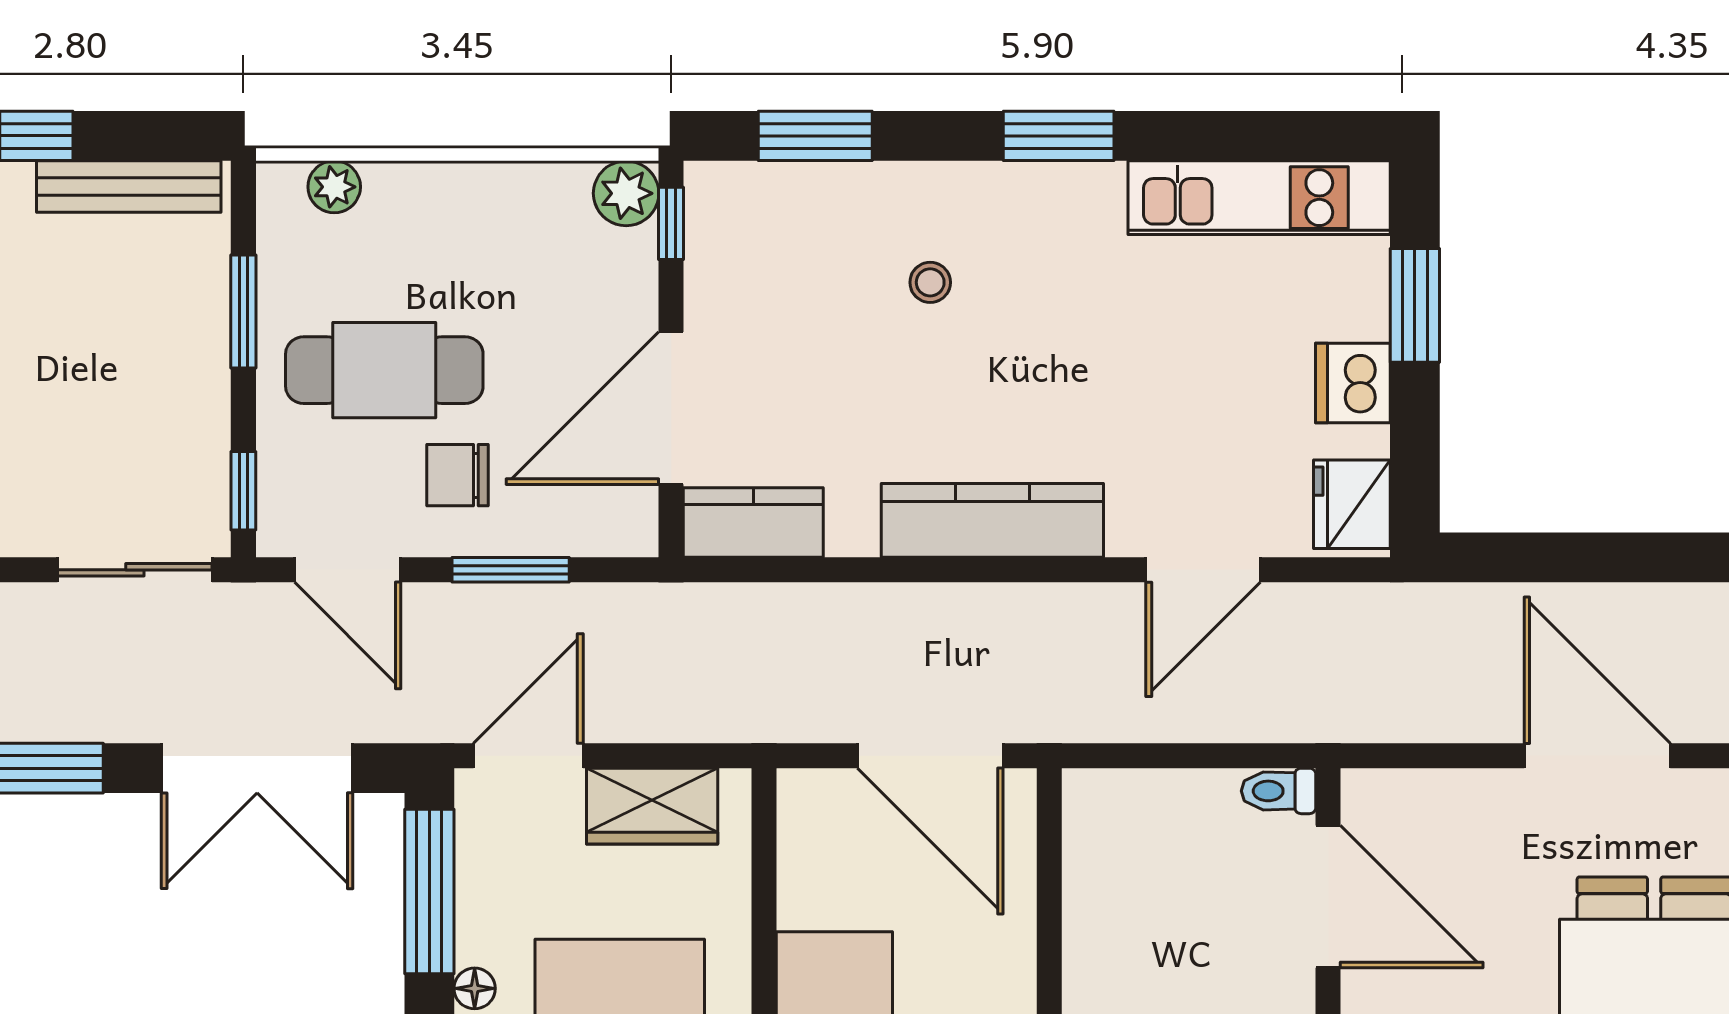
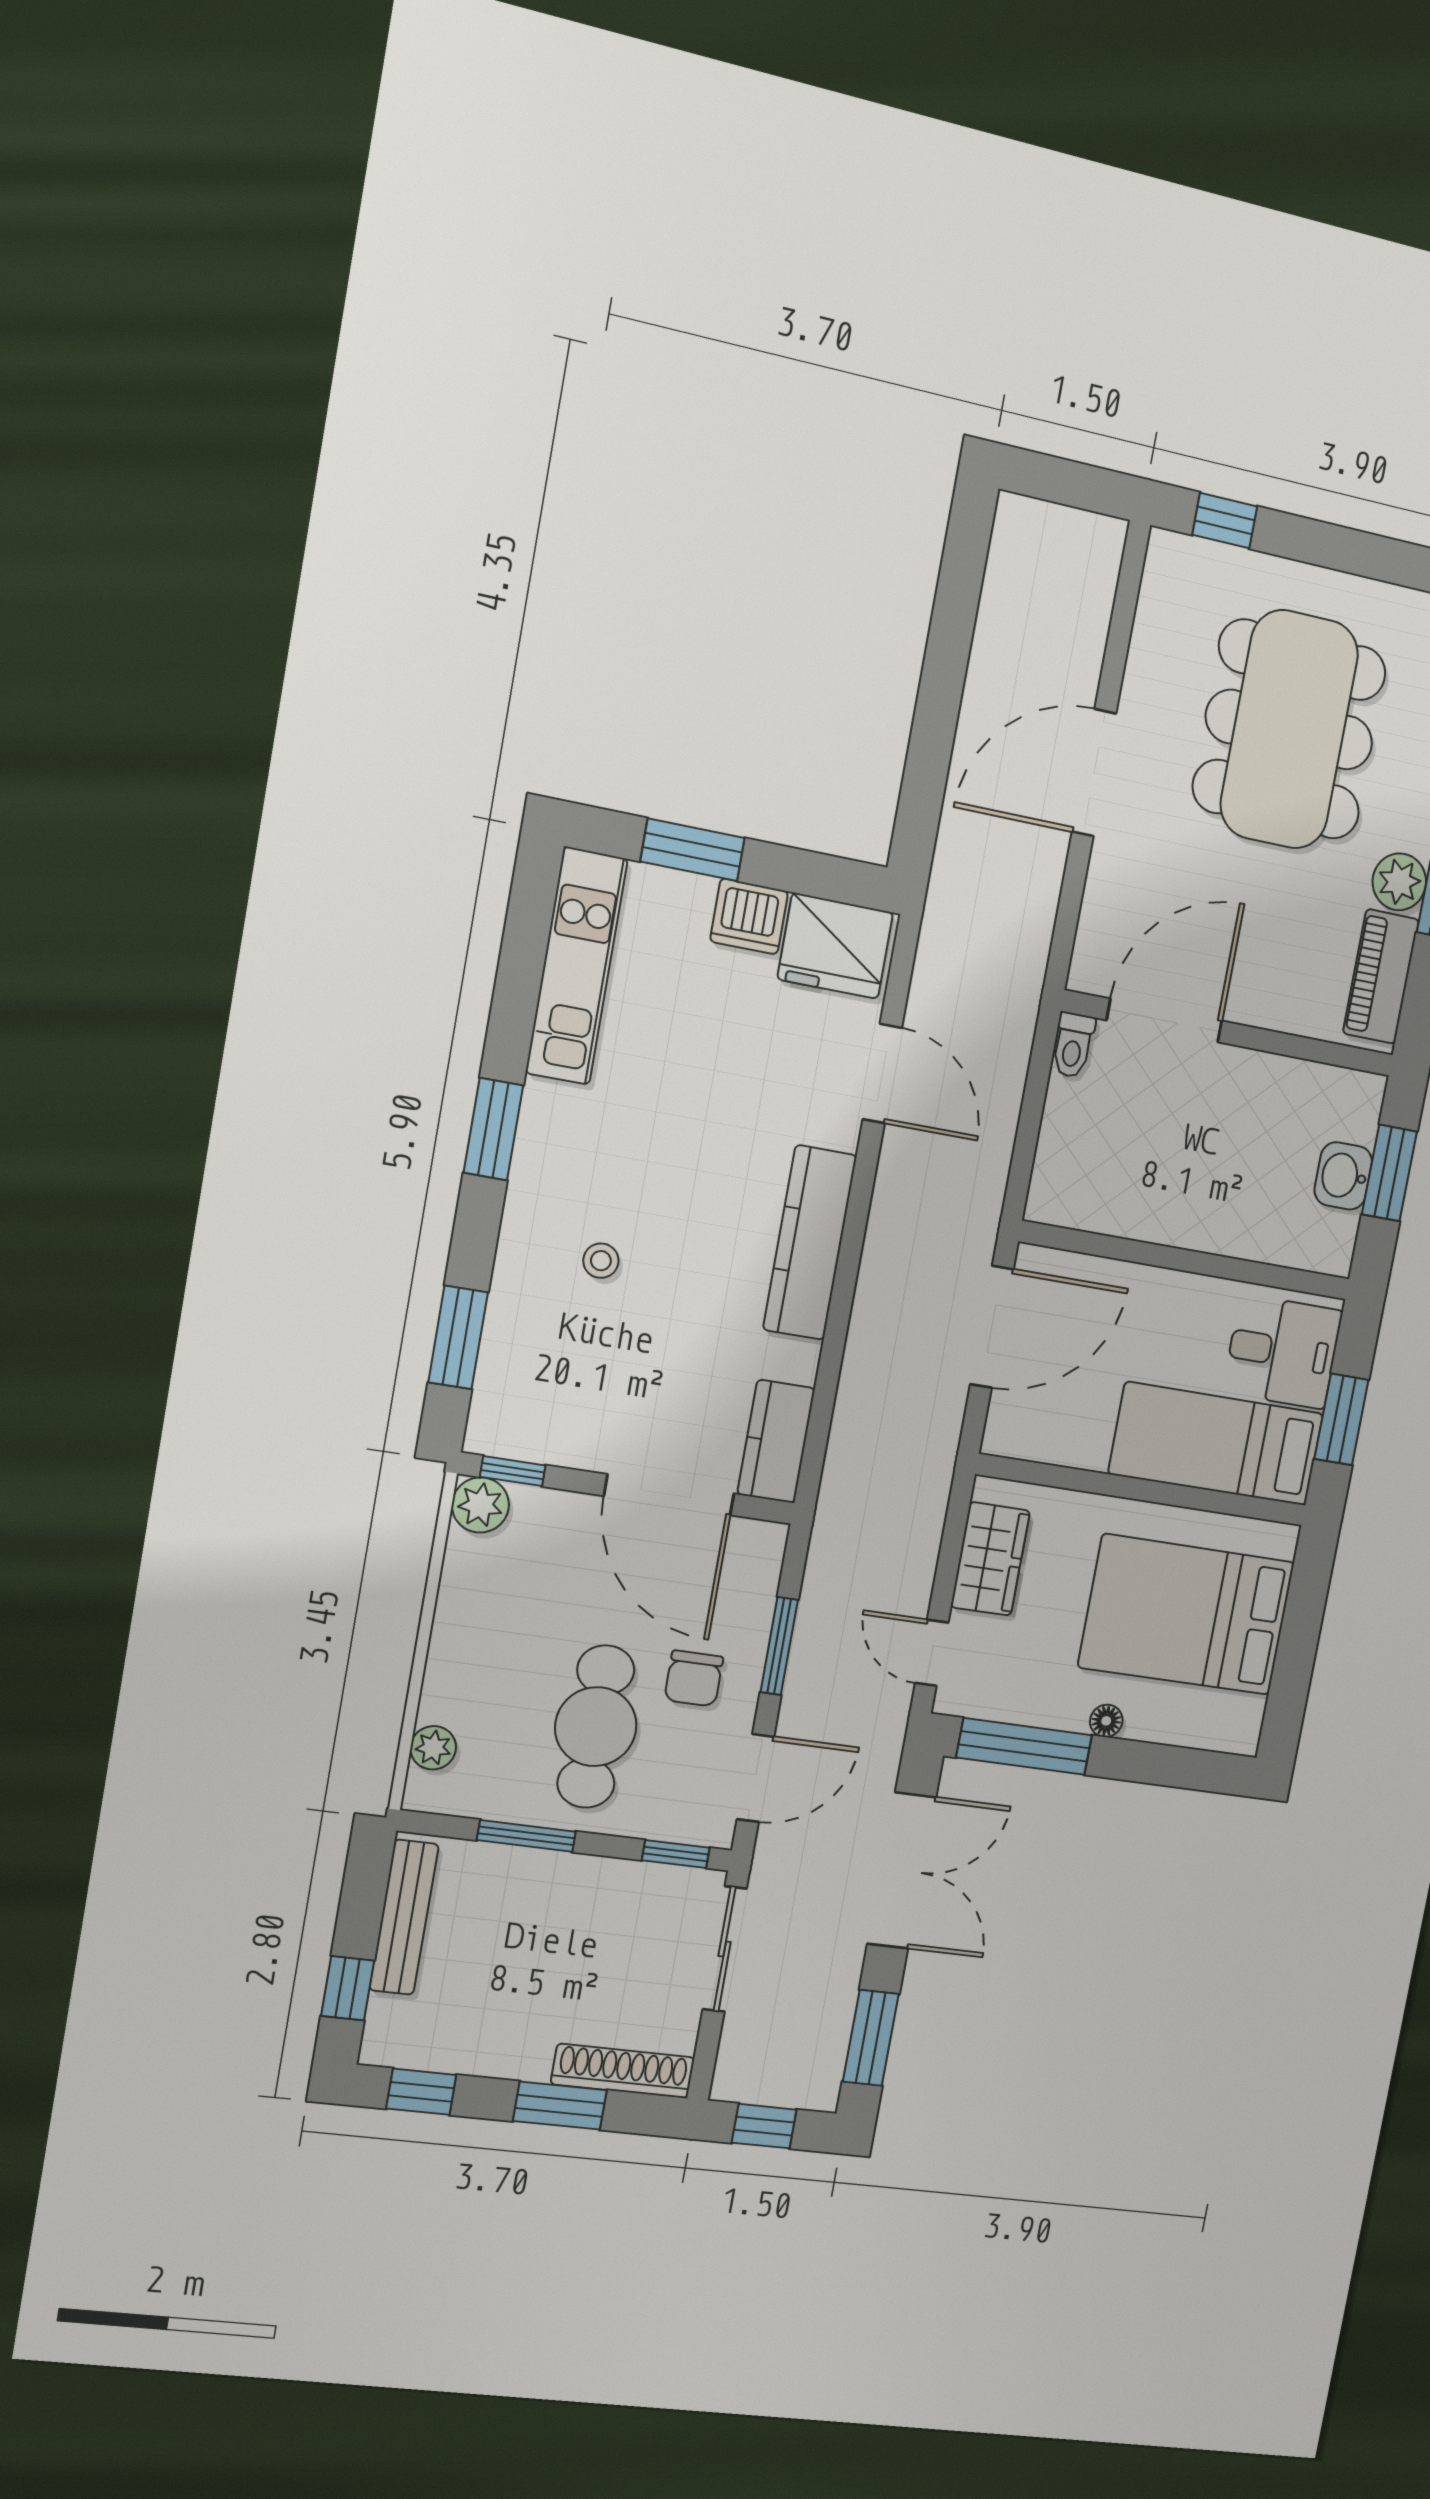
fridge: (1352, 504) -> (835, 946), width x1.36, depth x1.34
door: (528, 756) -> (932, 1653), width x0.73

